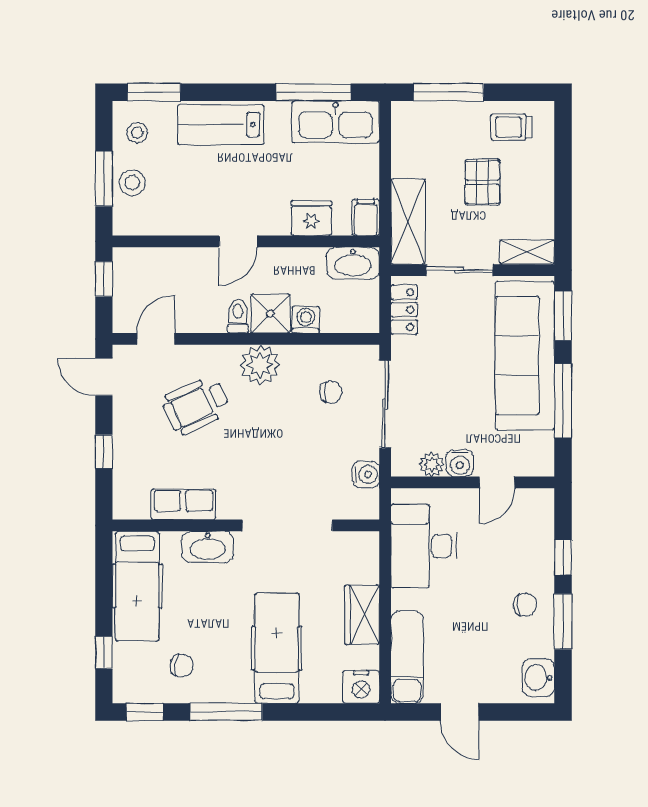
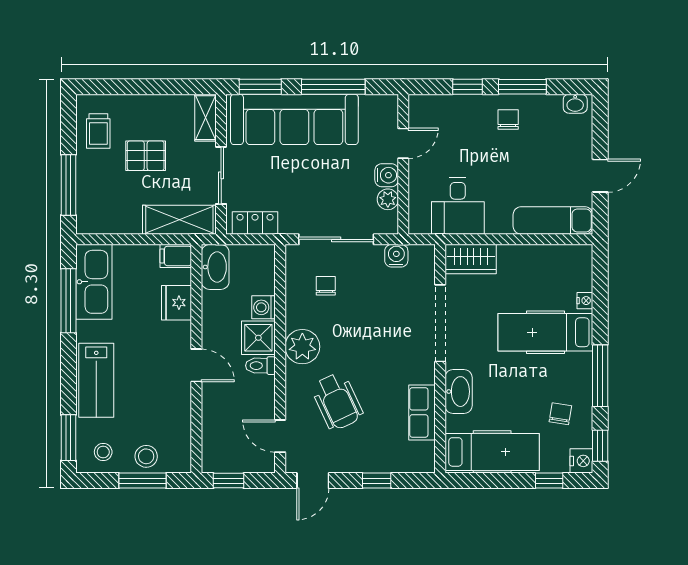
door: (497, 482) -> (403, 143), hinge flipped
desk: (424, 546) -> (458, 206), width x0.73
wardrobe: (362, 615) -> (471, 259), moved
washbasin: (538, 678) -> (575, 104), width x0.72, depth x0.69
nightstand: (361, 687) -> (585, 301), moved, width x0.53, depth x0.56
nightstand: (127, 690) -> (581, 461), added

